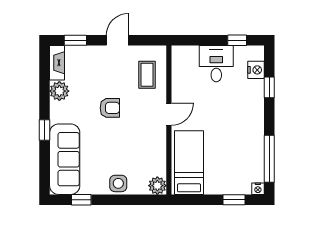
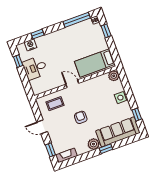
plant: (59, 91) -> (93, 144), moved

